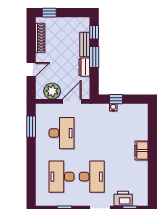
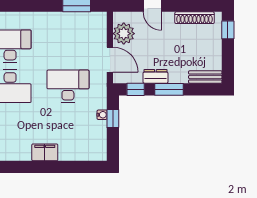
window: (94, 32) -> (136, 89), moved
bench: (85, 45) -> (205, 77), moved
desk: (62, 133) -> (68, 86), moved, turned 180

